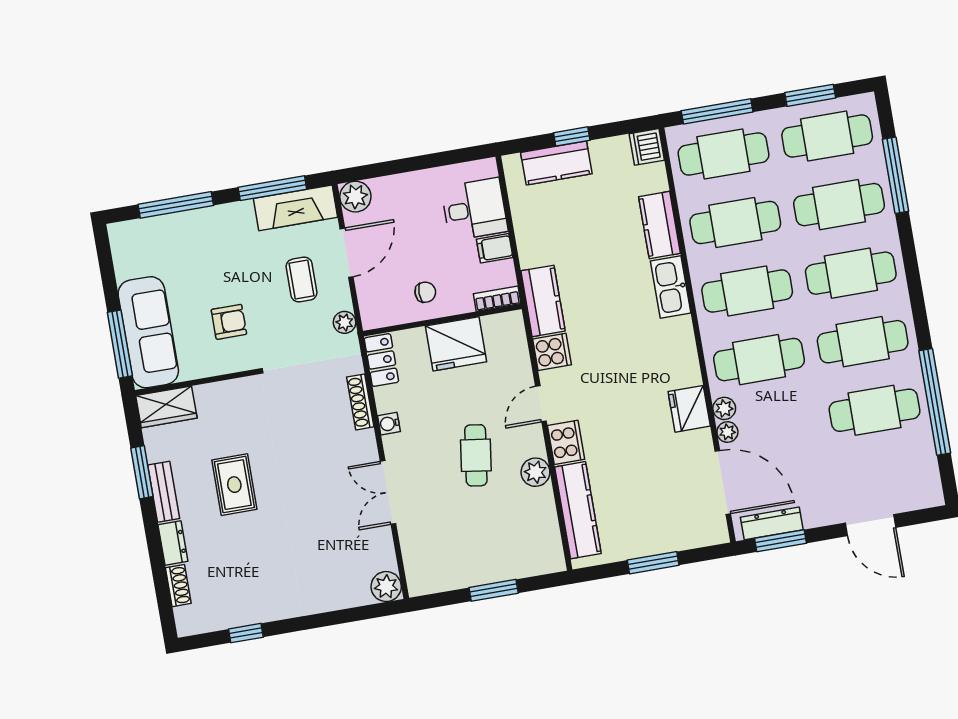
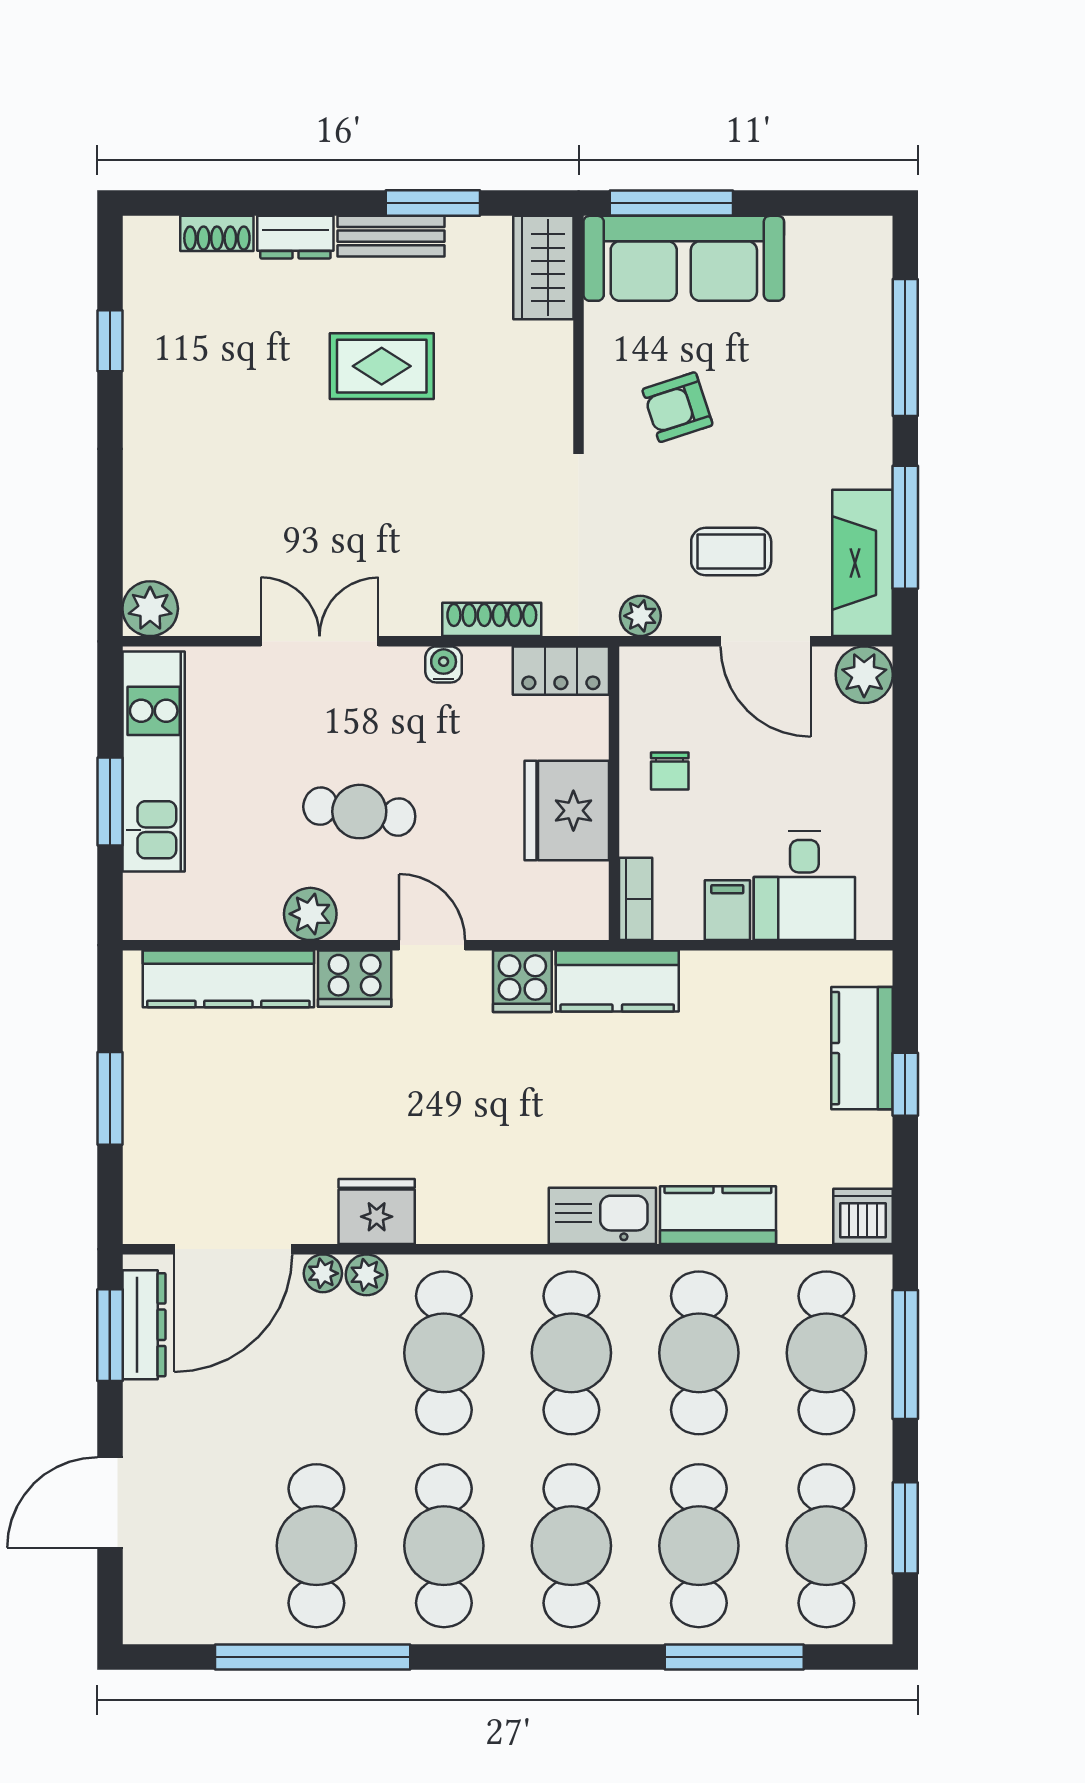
armchair: (229, 322) -> (677, 407), turned 72
kitchen unit: (468, 570) -> (154, 761), added

